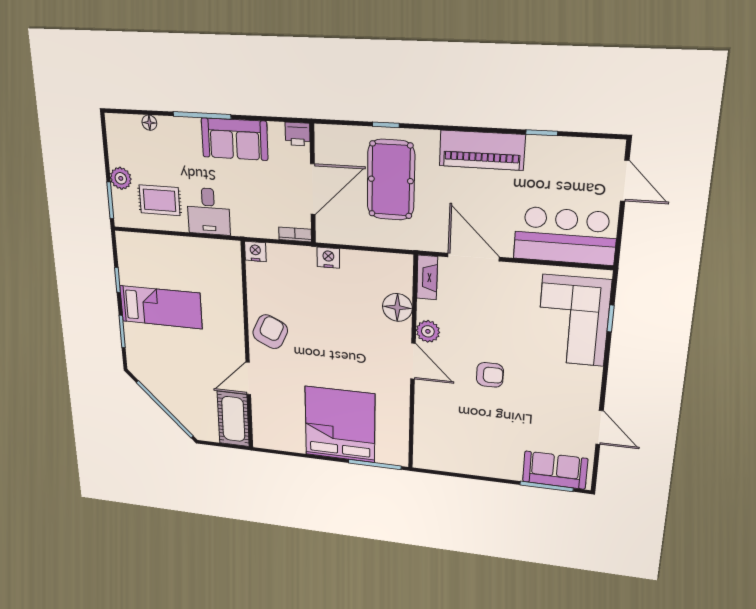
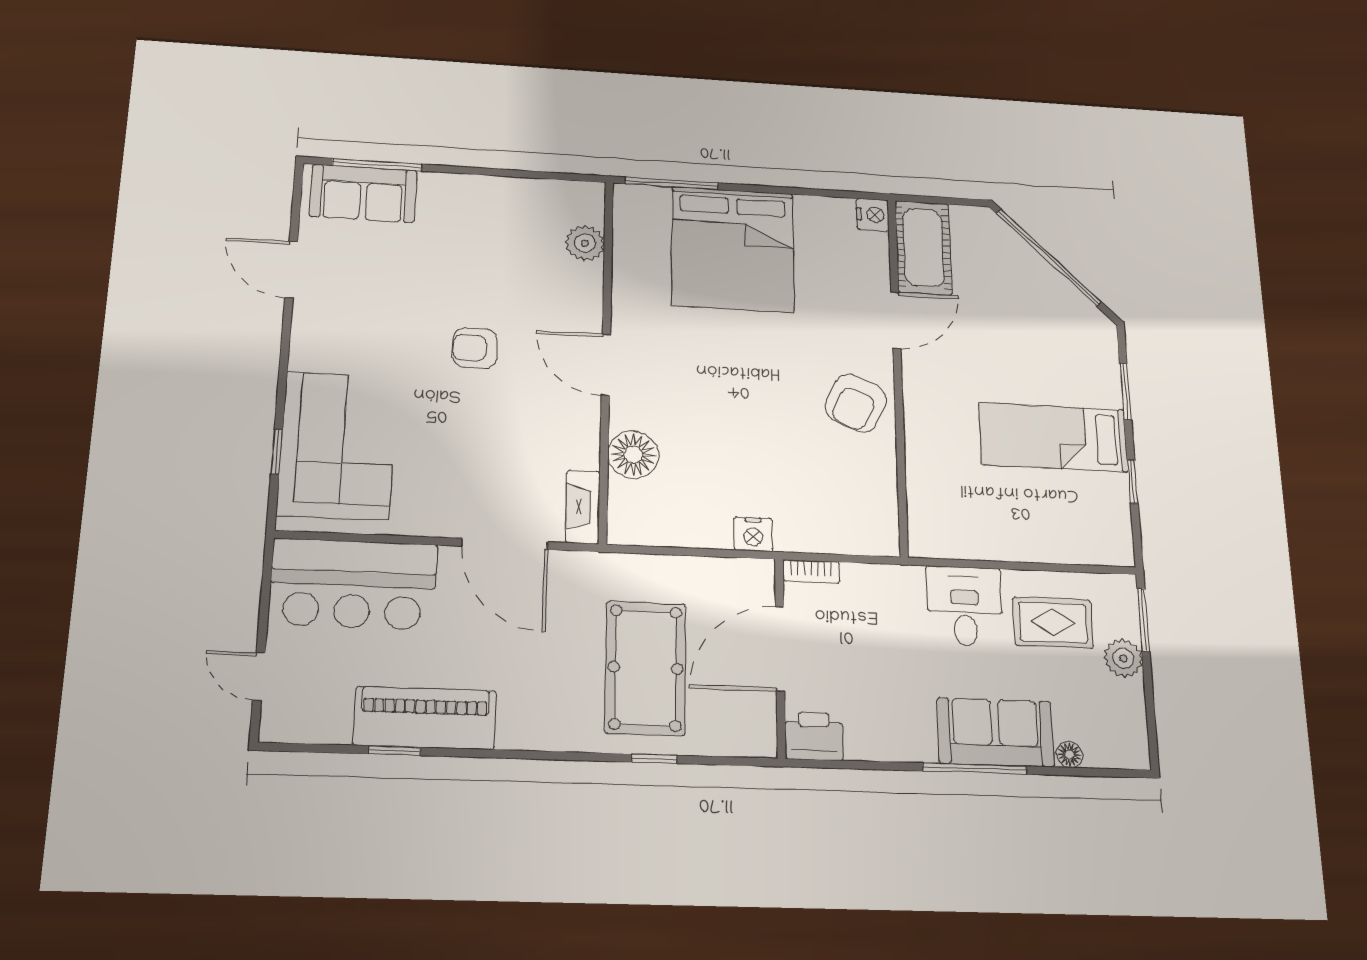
printer: (298, 134) -> (814, 736), width x1.36, depth x1.24
sofa: (235, 139) -> (995, 732), moved
piano: (482, 150) -> (425, 718), moved
door: (625, 181) -> (259, 676), width x0.73
nightstand: (255, 251) -> (873, 215), moved, turned -90
plant: (428, 331) -> (585, 243), moved

